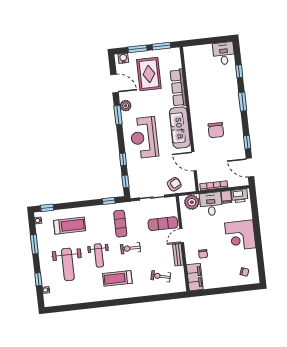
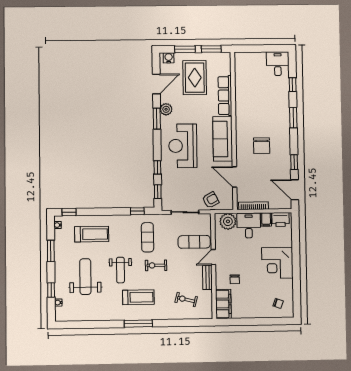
door: (114, 83) -> (156, 84), hinge flipped
weight bench: (68, 264) -> (85, 277), turned 180
treadmill: (117, 278) -> (138, 297), turned 180
window: (120, 302) -> (138, 324), added

